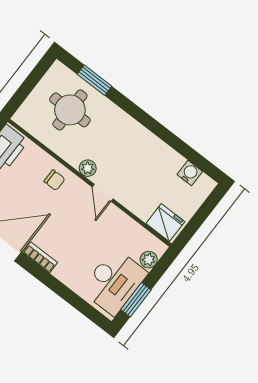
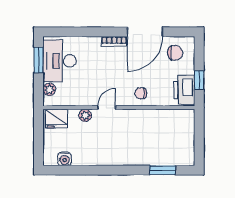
round table: (70, 110) -> (163, 142), removed
plant: (88, 168) -> (85, 115), moved
door: (103, 193) -> (107, 108), hinge flipped

